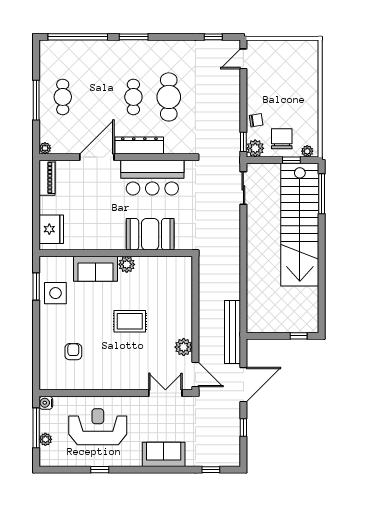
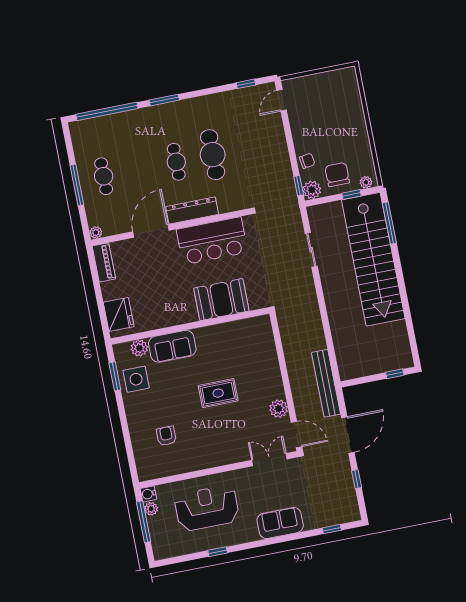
sliding door: (243, 188) -> (311, 250), moved
plant: (127, 264) -> (139, 348), moved
plant: (45, 439) -> (151, 509), moved

